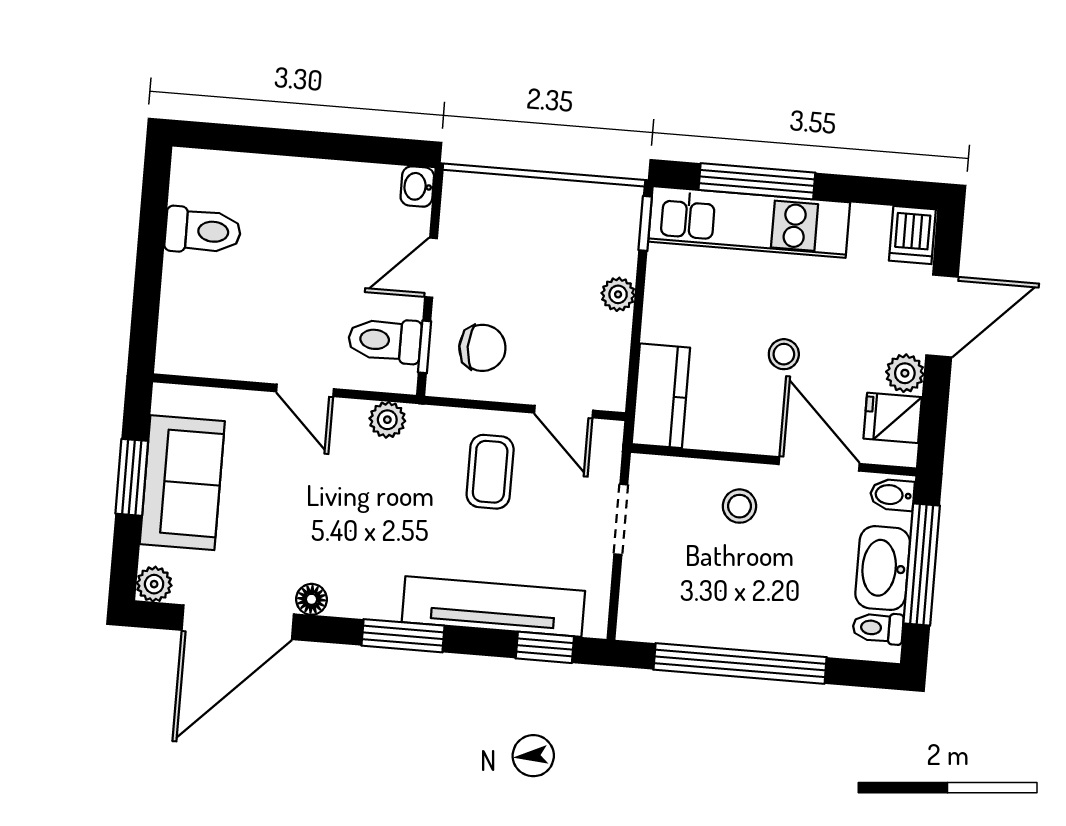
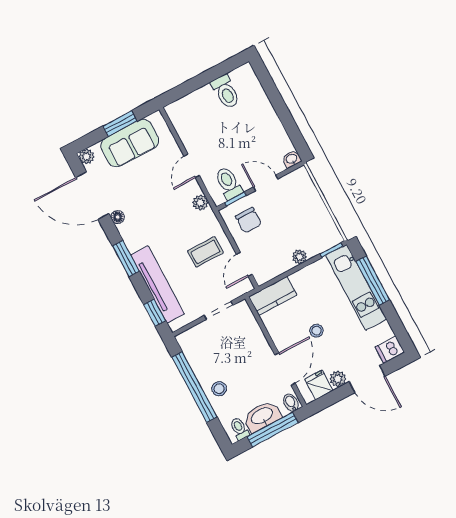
stool: (739, 506) -> (219, 389), moved

